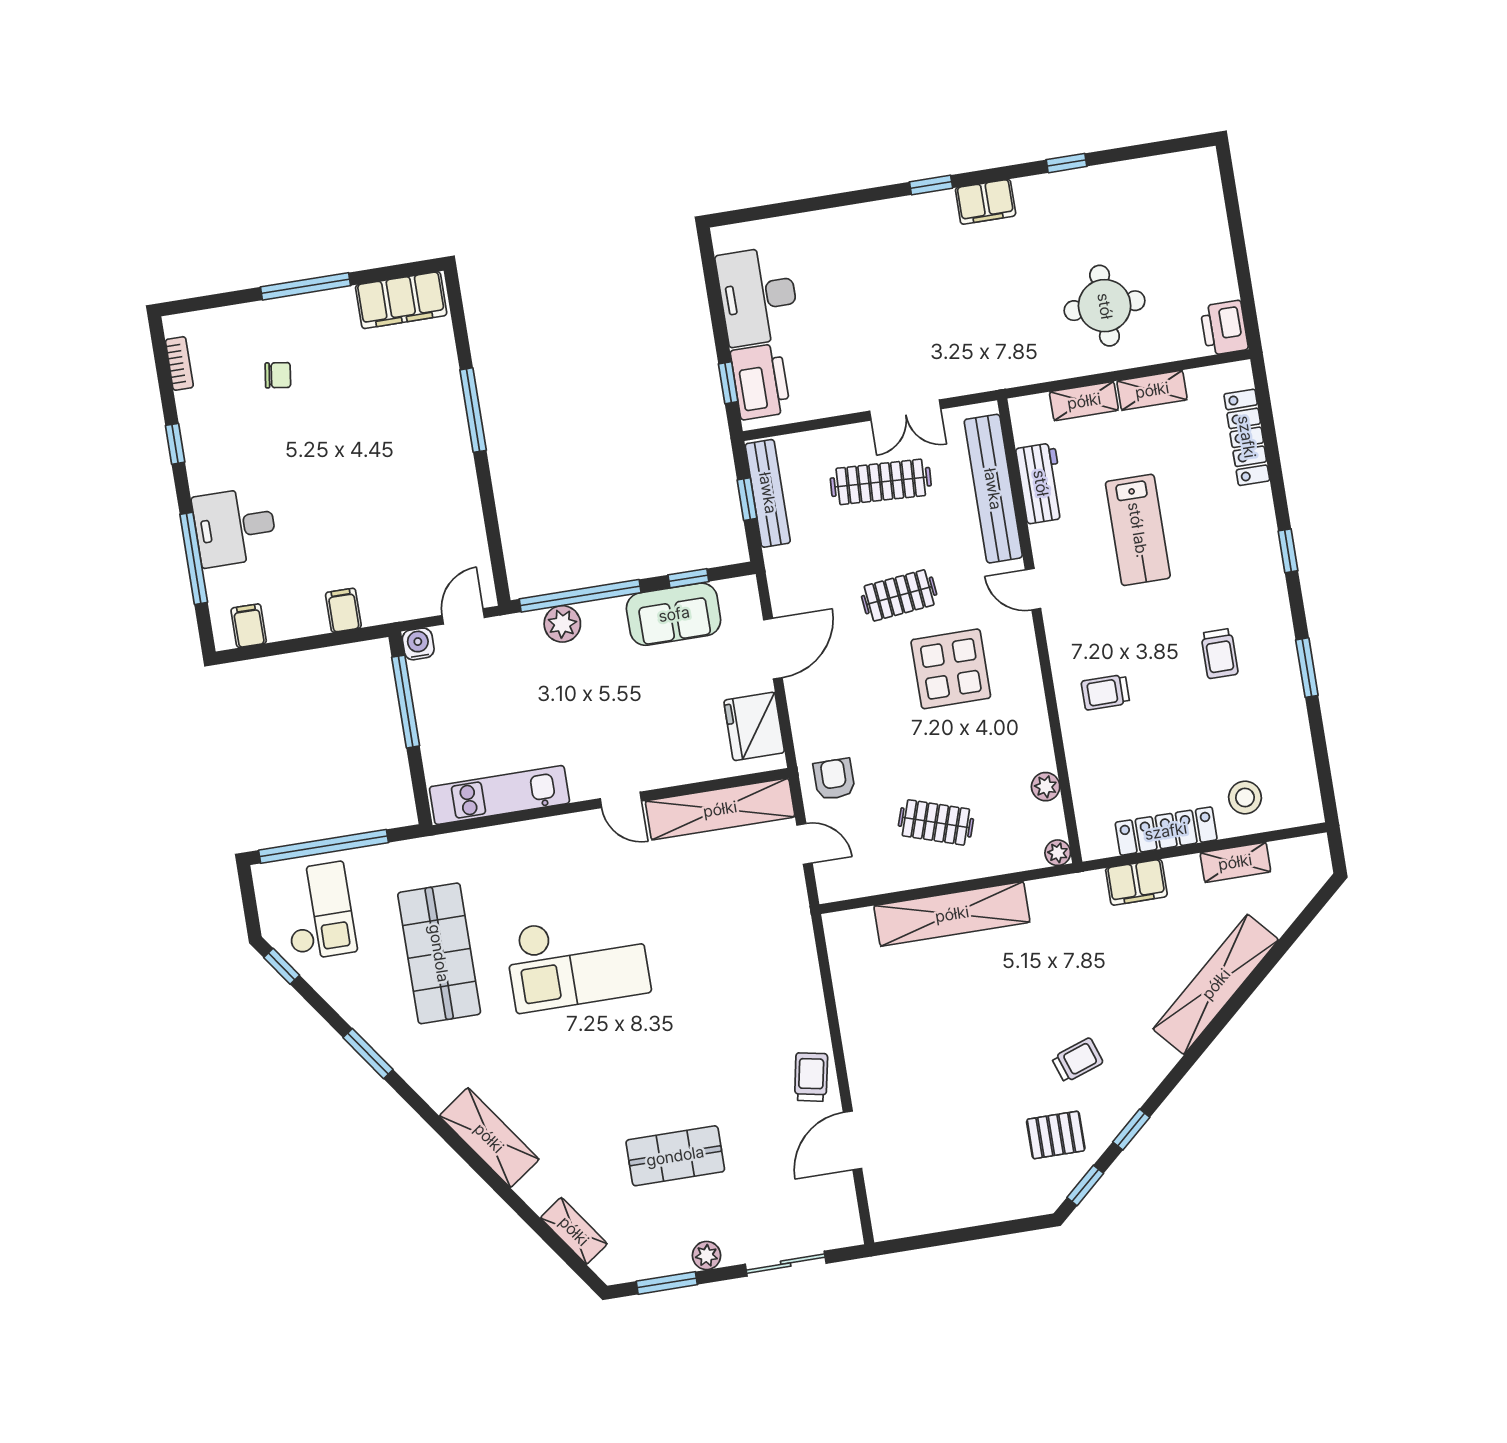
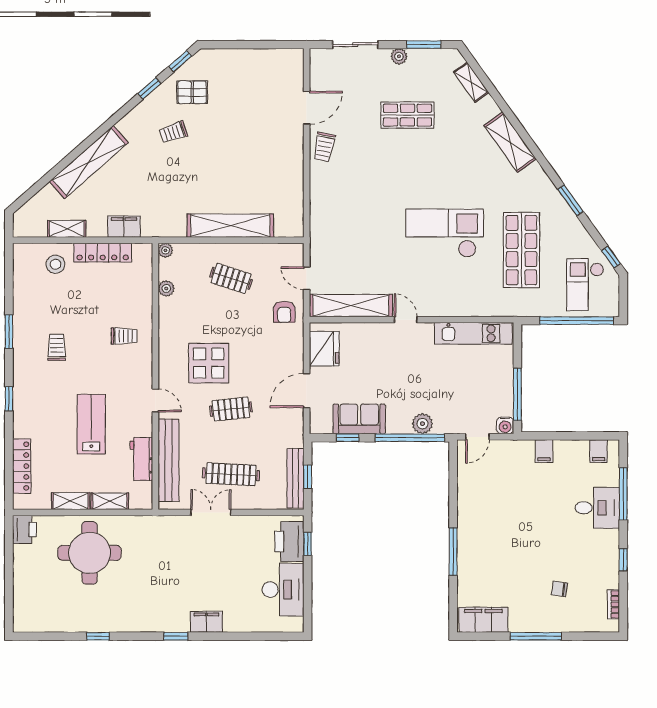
filing cabinet: (986, 202) -> (206, 622), moved
round table: (1105, 306) -> (90, 553), width x1.36, depth x1.36

